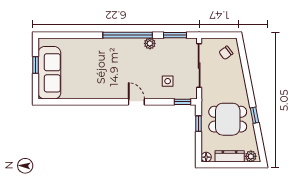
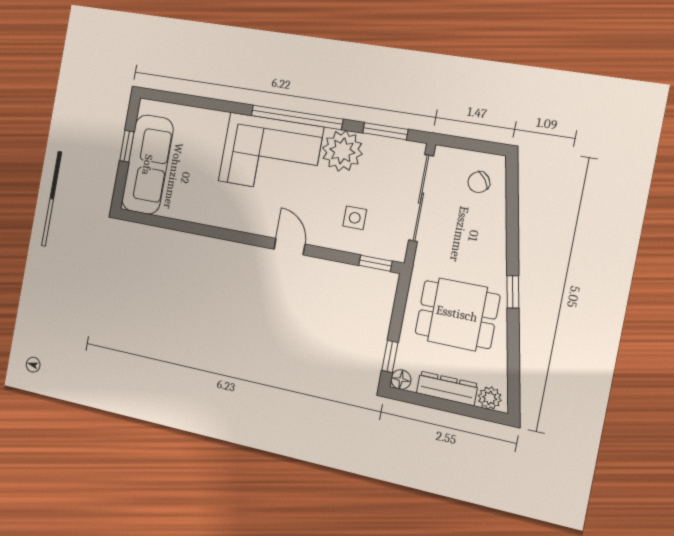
plant: (150, 43) -> (342, 151), width x1.87, depth x1.87
corner sofa: (117, 56) -> (271, 154), added
window: (254, 115) -> (513, 292), moved
window: (199, 124) -> (390, 356), moved

